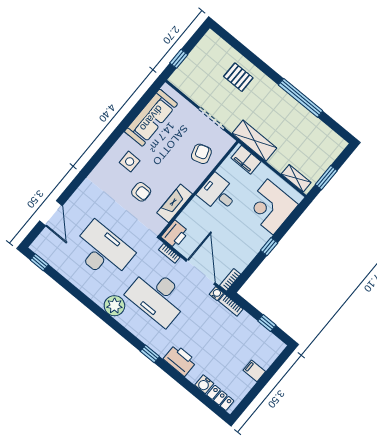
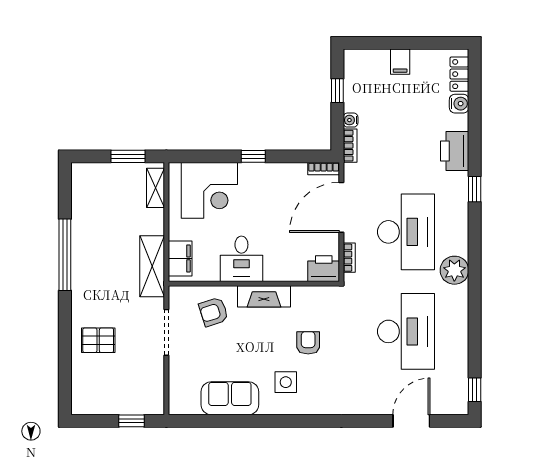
pallet: (238, 77) -> (98, 340), turned 90
sofa: (151, 118) -> (230, 398), width x0.73
fireplace: (175, 203) -> (264, 296), moved
desk: (103, 251) -> (406, 331), turned 180
water cooler: (216, 294) -> (351, 120), moved

